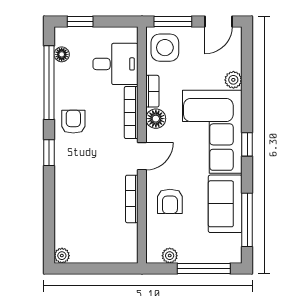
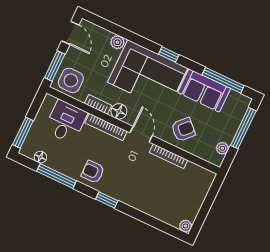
window: (80, 21) -> (23, 133), width x1.50
window: (49, 83) -> (56, 176), width x0.68
armchair: (170, 201) -> (183, 129), turned -46

